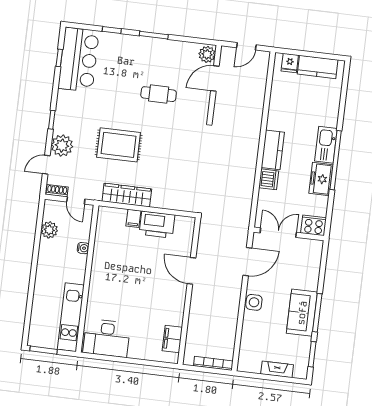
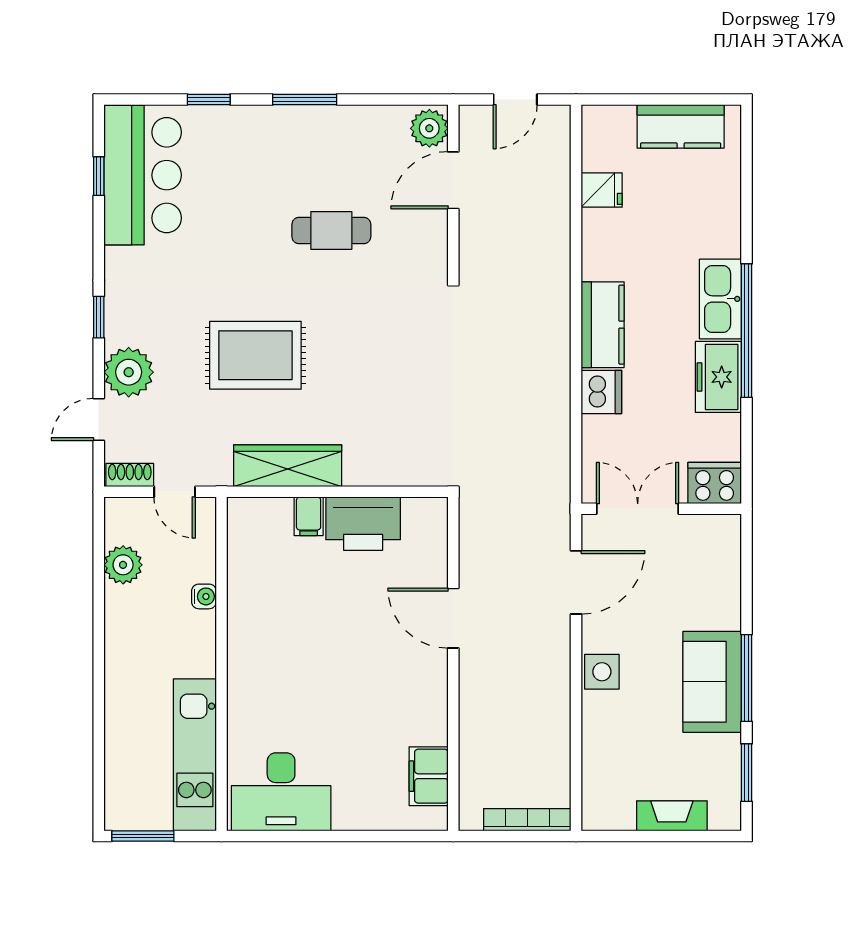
fridge: (290, 63) -> (602, 190), moved, turned -90

